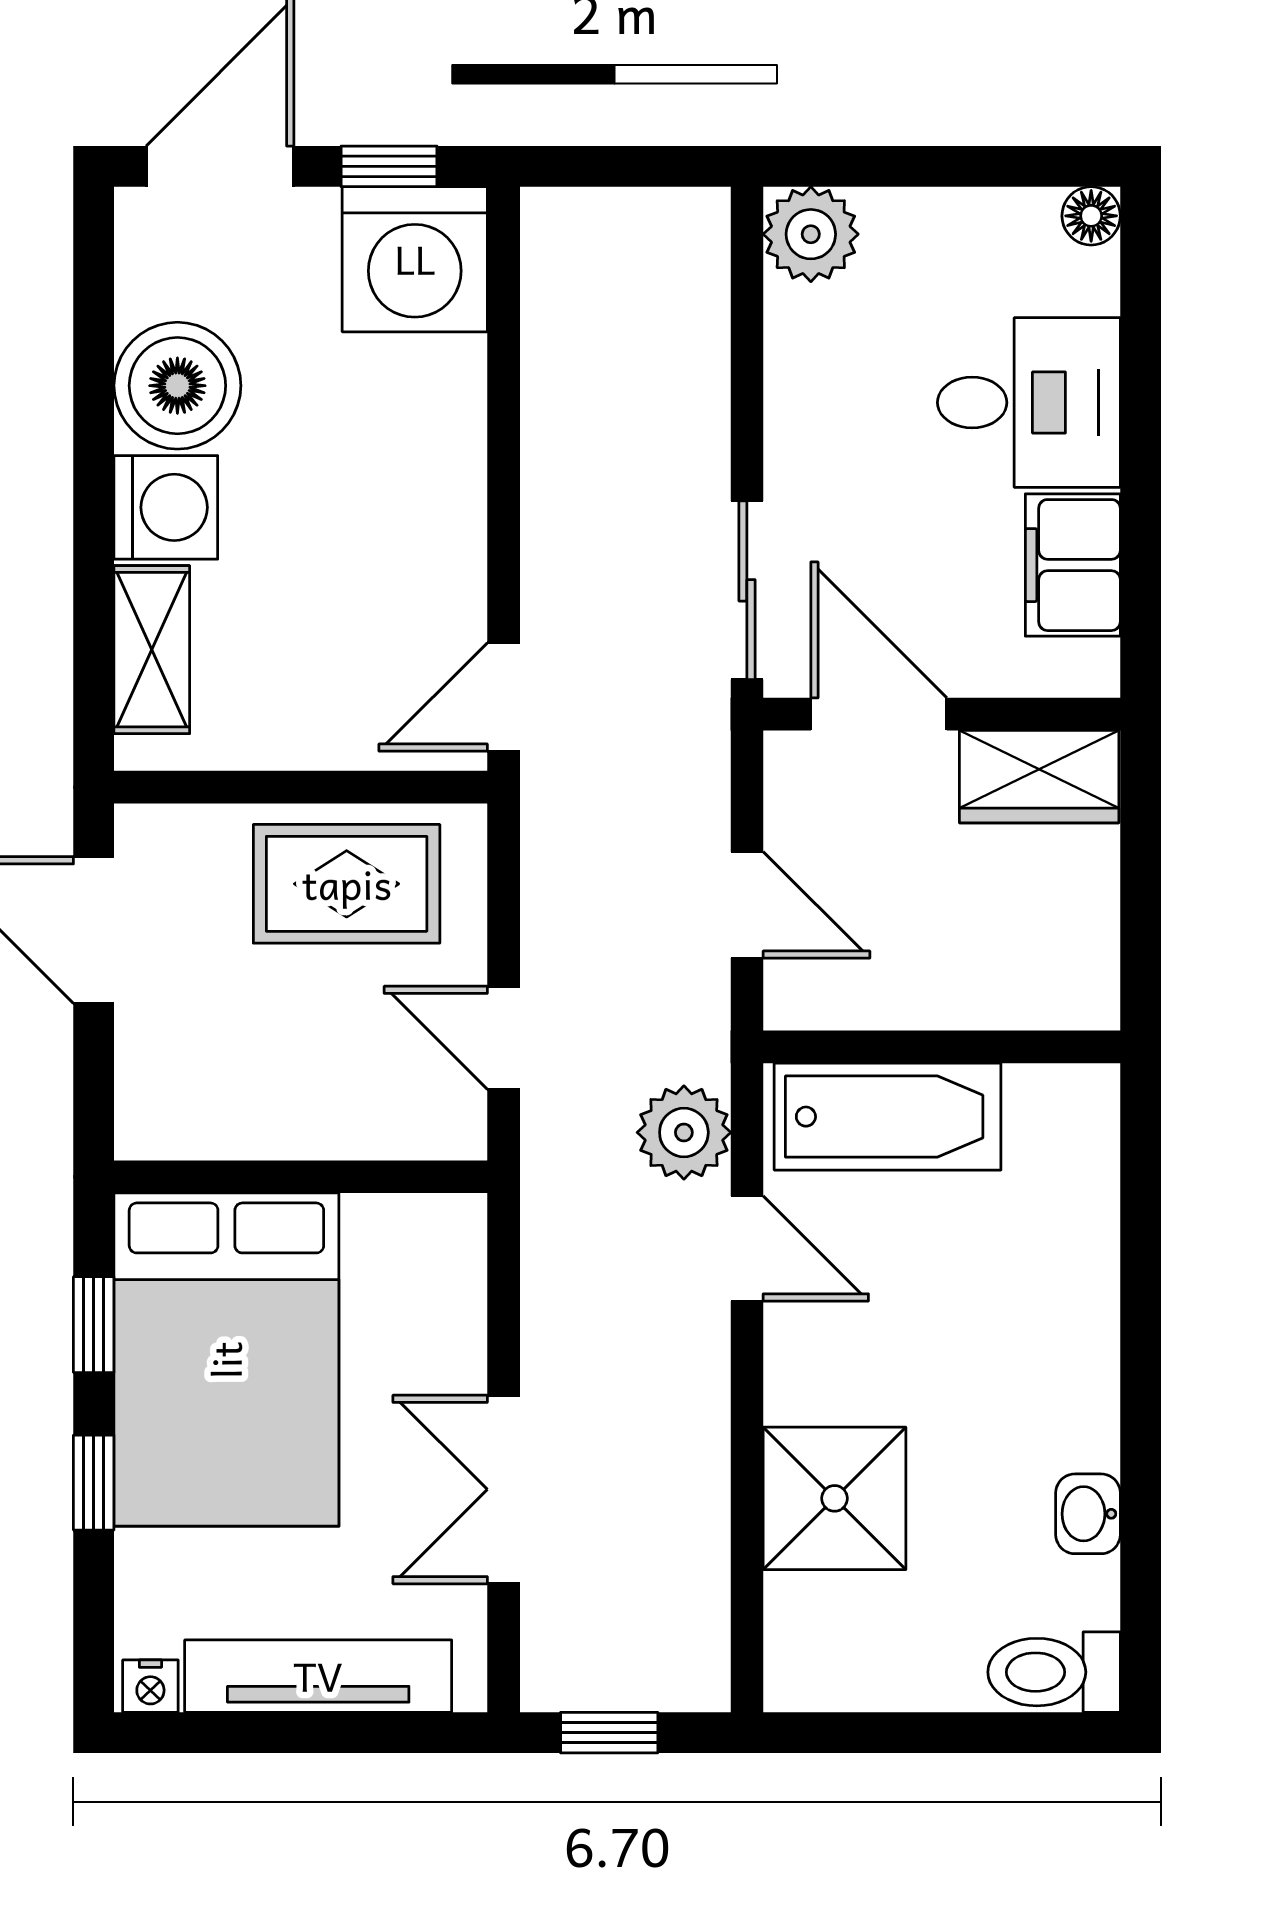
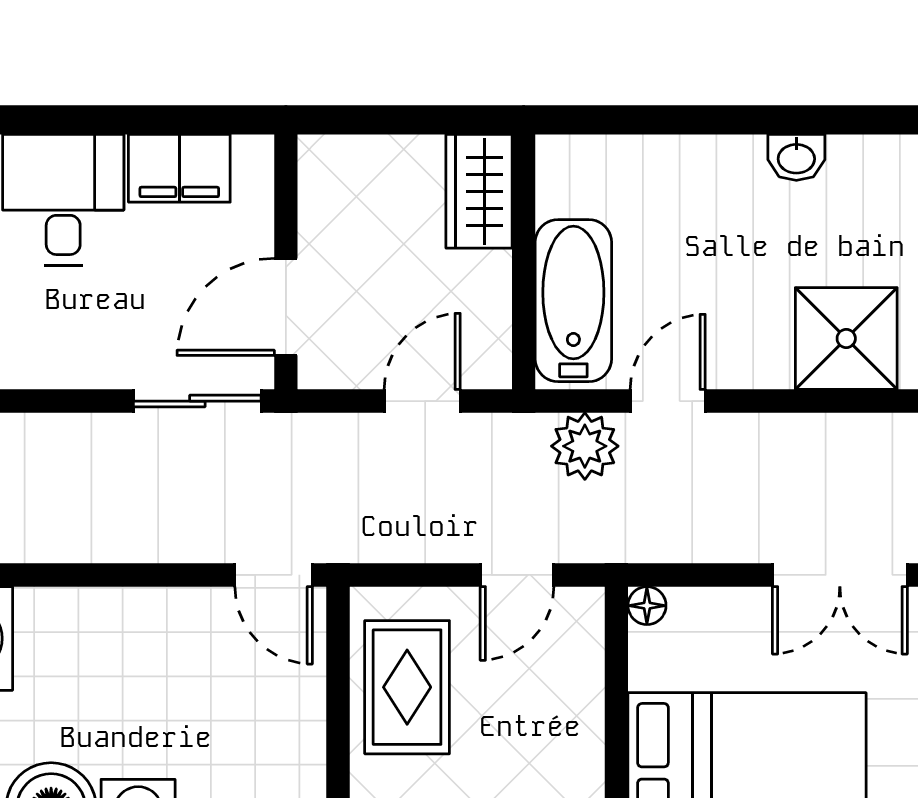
wardrobe: (1039, 777) -> (479, 191), moved, turned 180
floor lamp: (461, 1220) -> (647, 606), added
washbasin: (1088, 1514) -> (796, 157), moved

